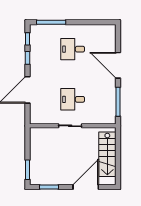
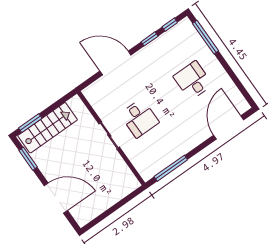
door: (118, 65) -> (229, 127), moved
desk: (73, 99) -> (139, 118), turned 180
stairs: (107, 154) -> (48, 128), moved, turned 180

